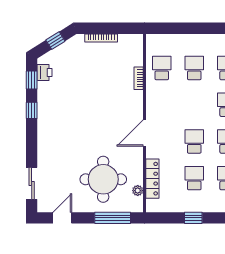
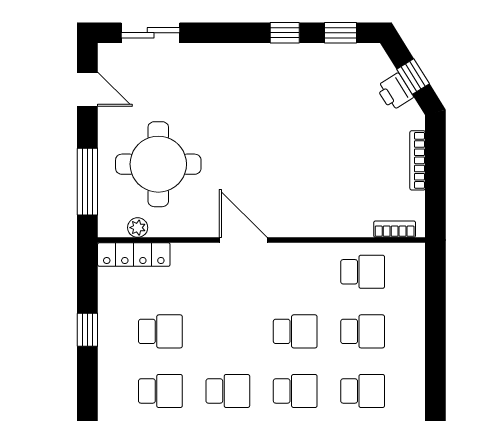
printer: (45, 73) -> (395, 92), moved, turned 58
bookcase: (139, 78) -> (395, 229), moved
school desk: (194, 141) -> (295, 331), moved
locker: (152, 179) -> (134, 255), moved

